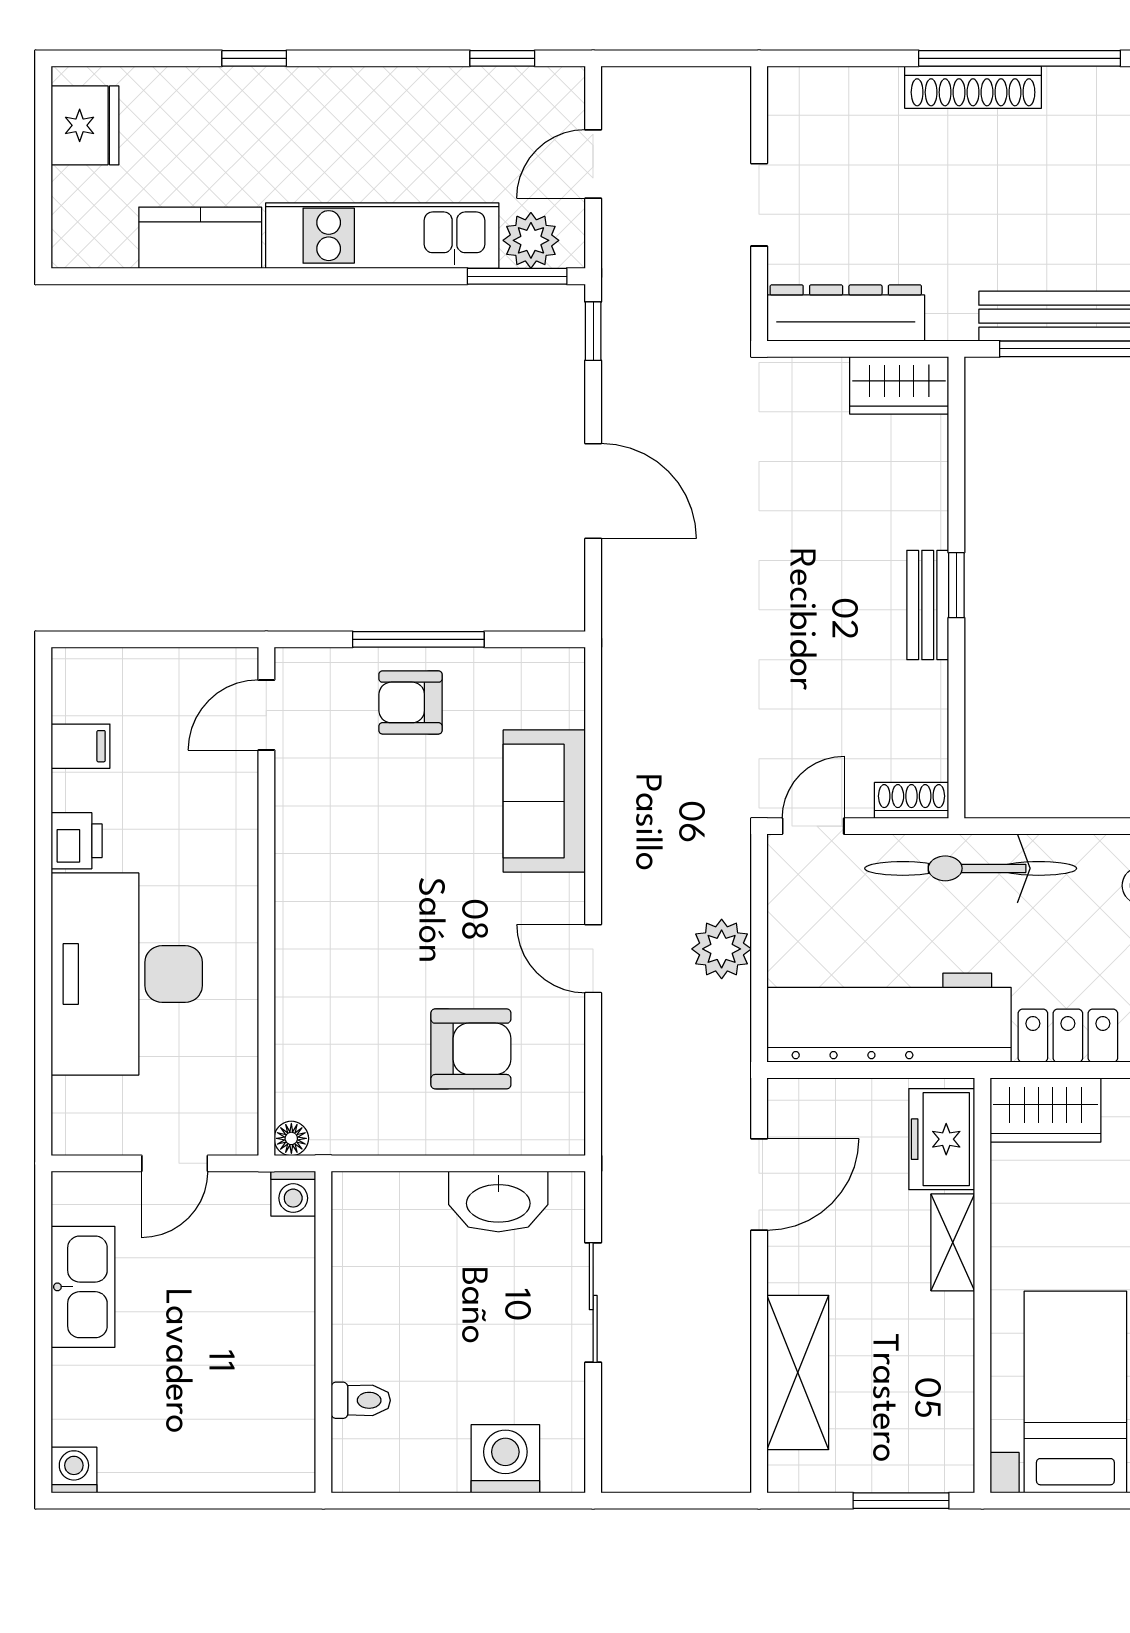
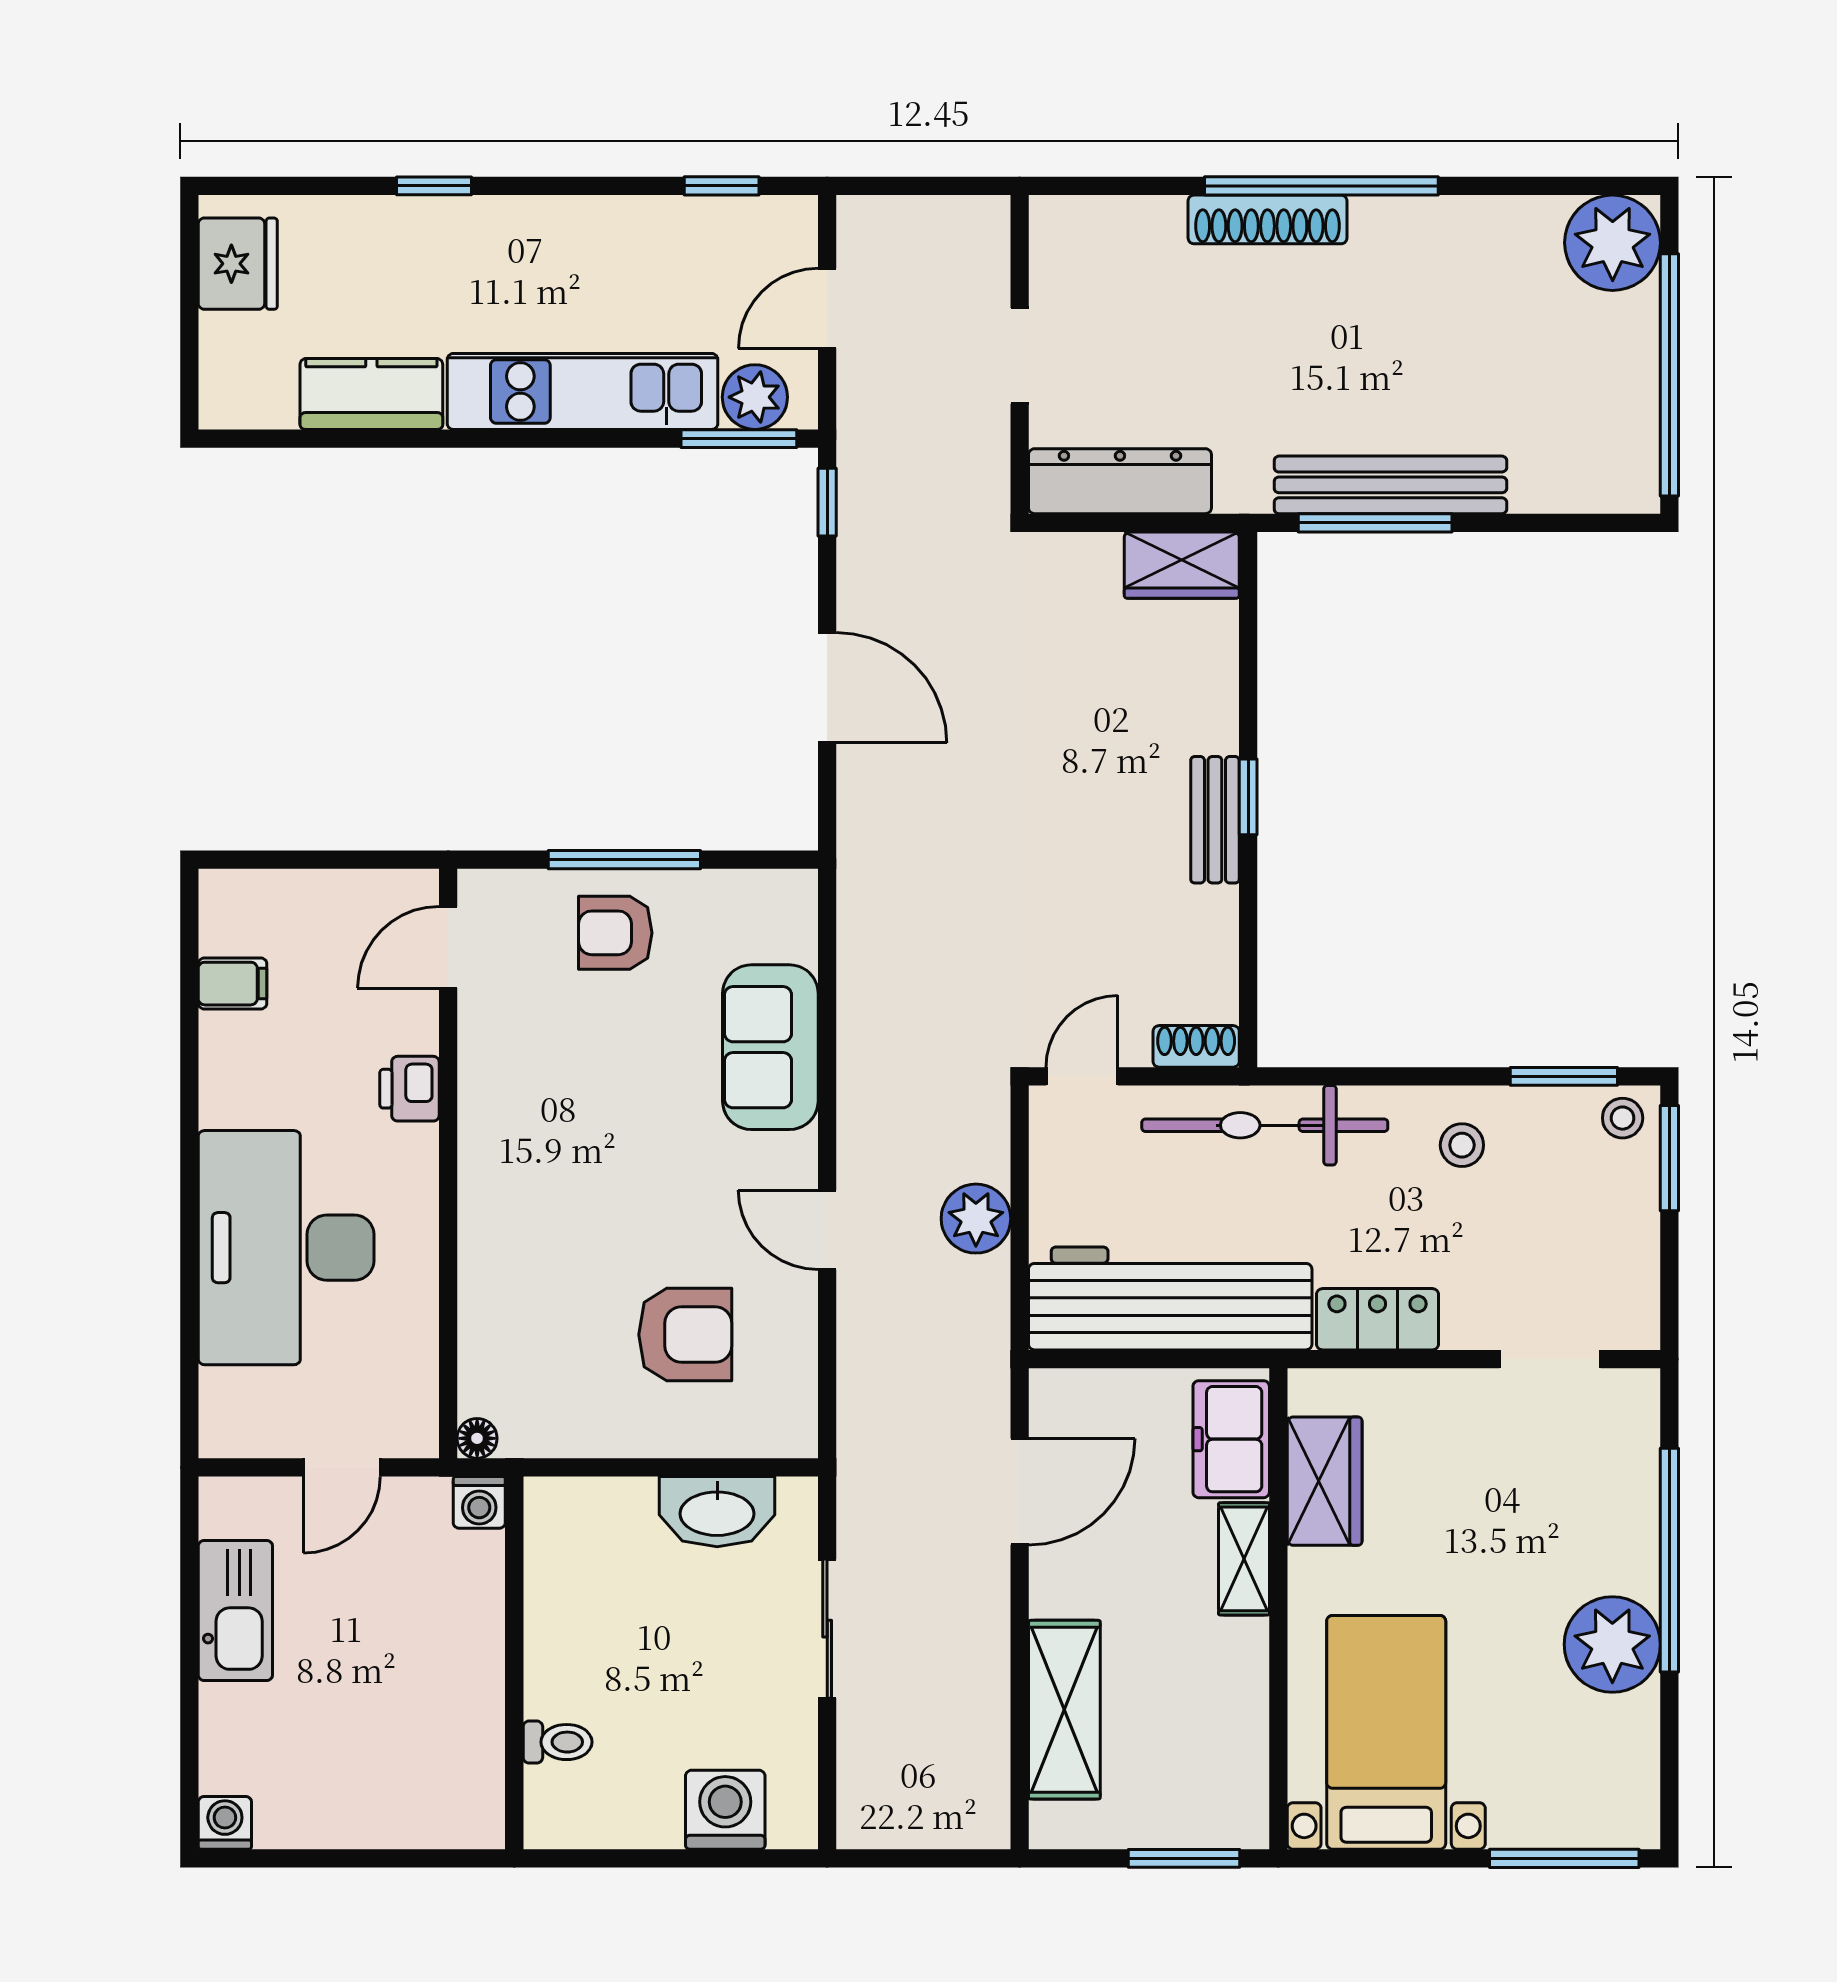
printer: (77, 841) -> (409, 1089), moved, turned 180
wardrobe: (1045, 1110) -> (1325, 1481), moved, turned -90

